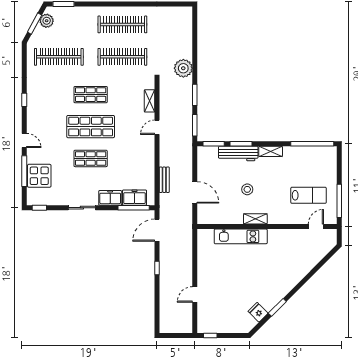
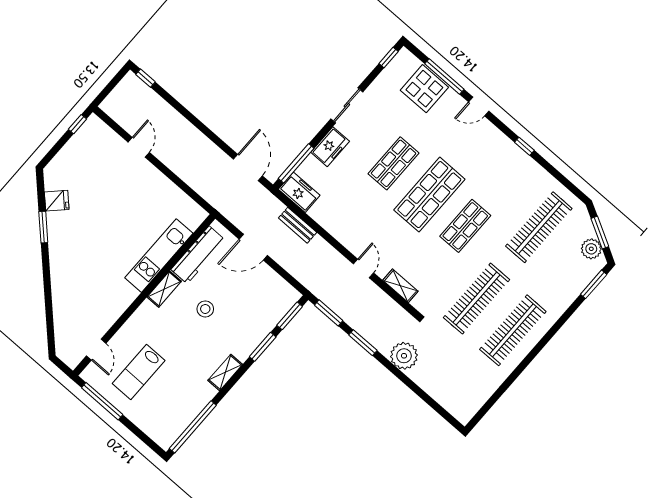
workbench: (238, 153) -> (198, 255), moved, turned 180
freezer: (134, 198) -> (299, 192), moved, turned -90
window: (157, 268) -> (145, 78), moved

